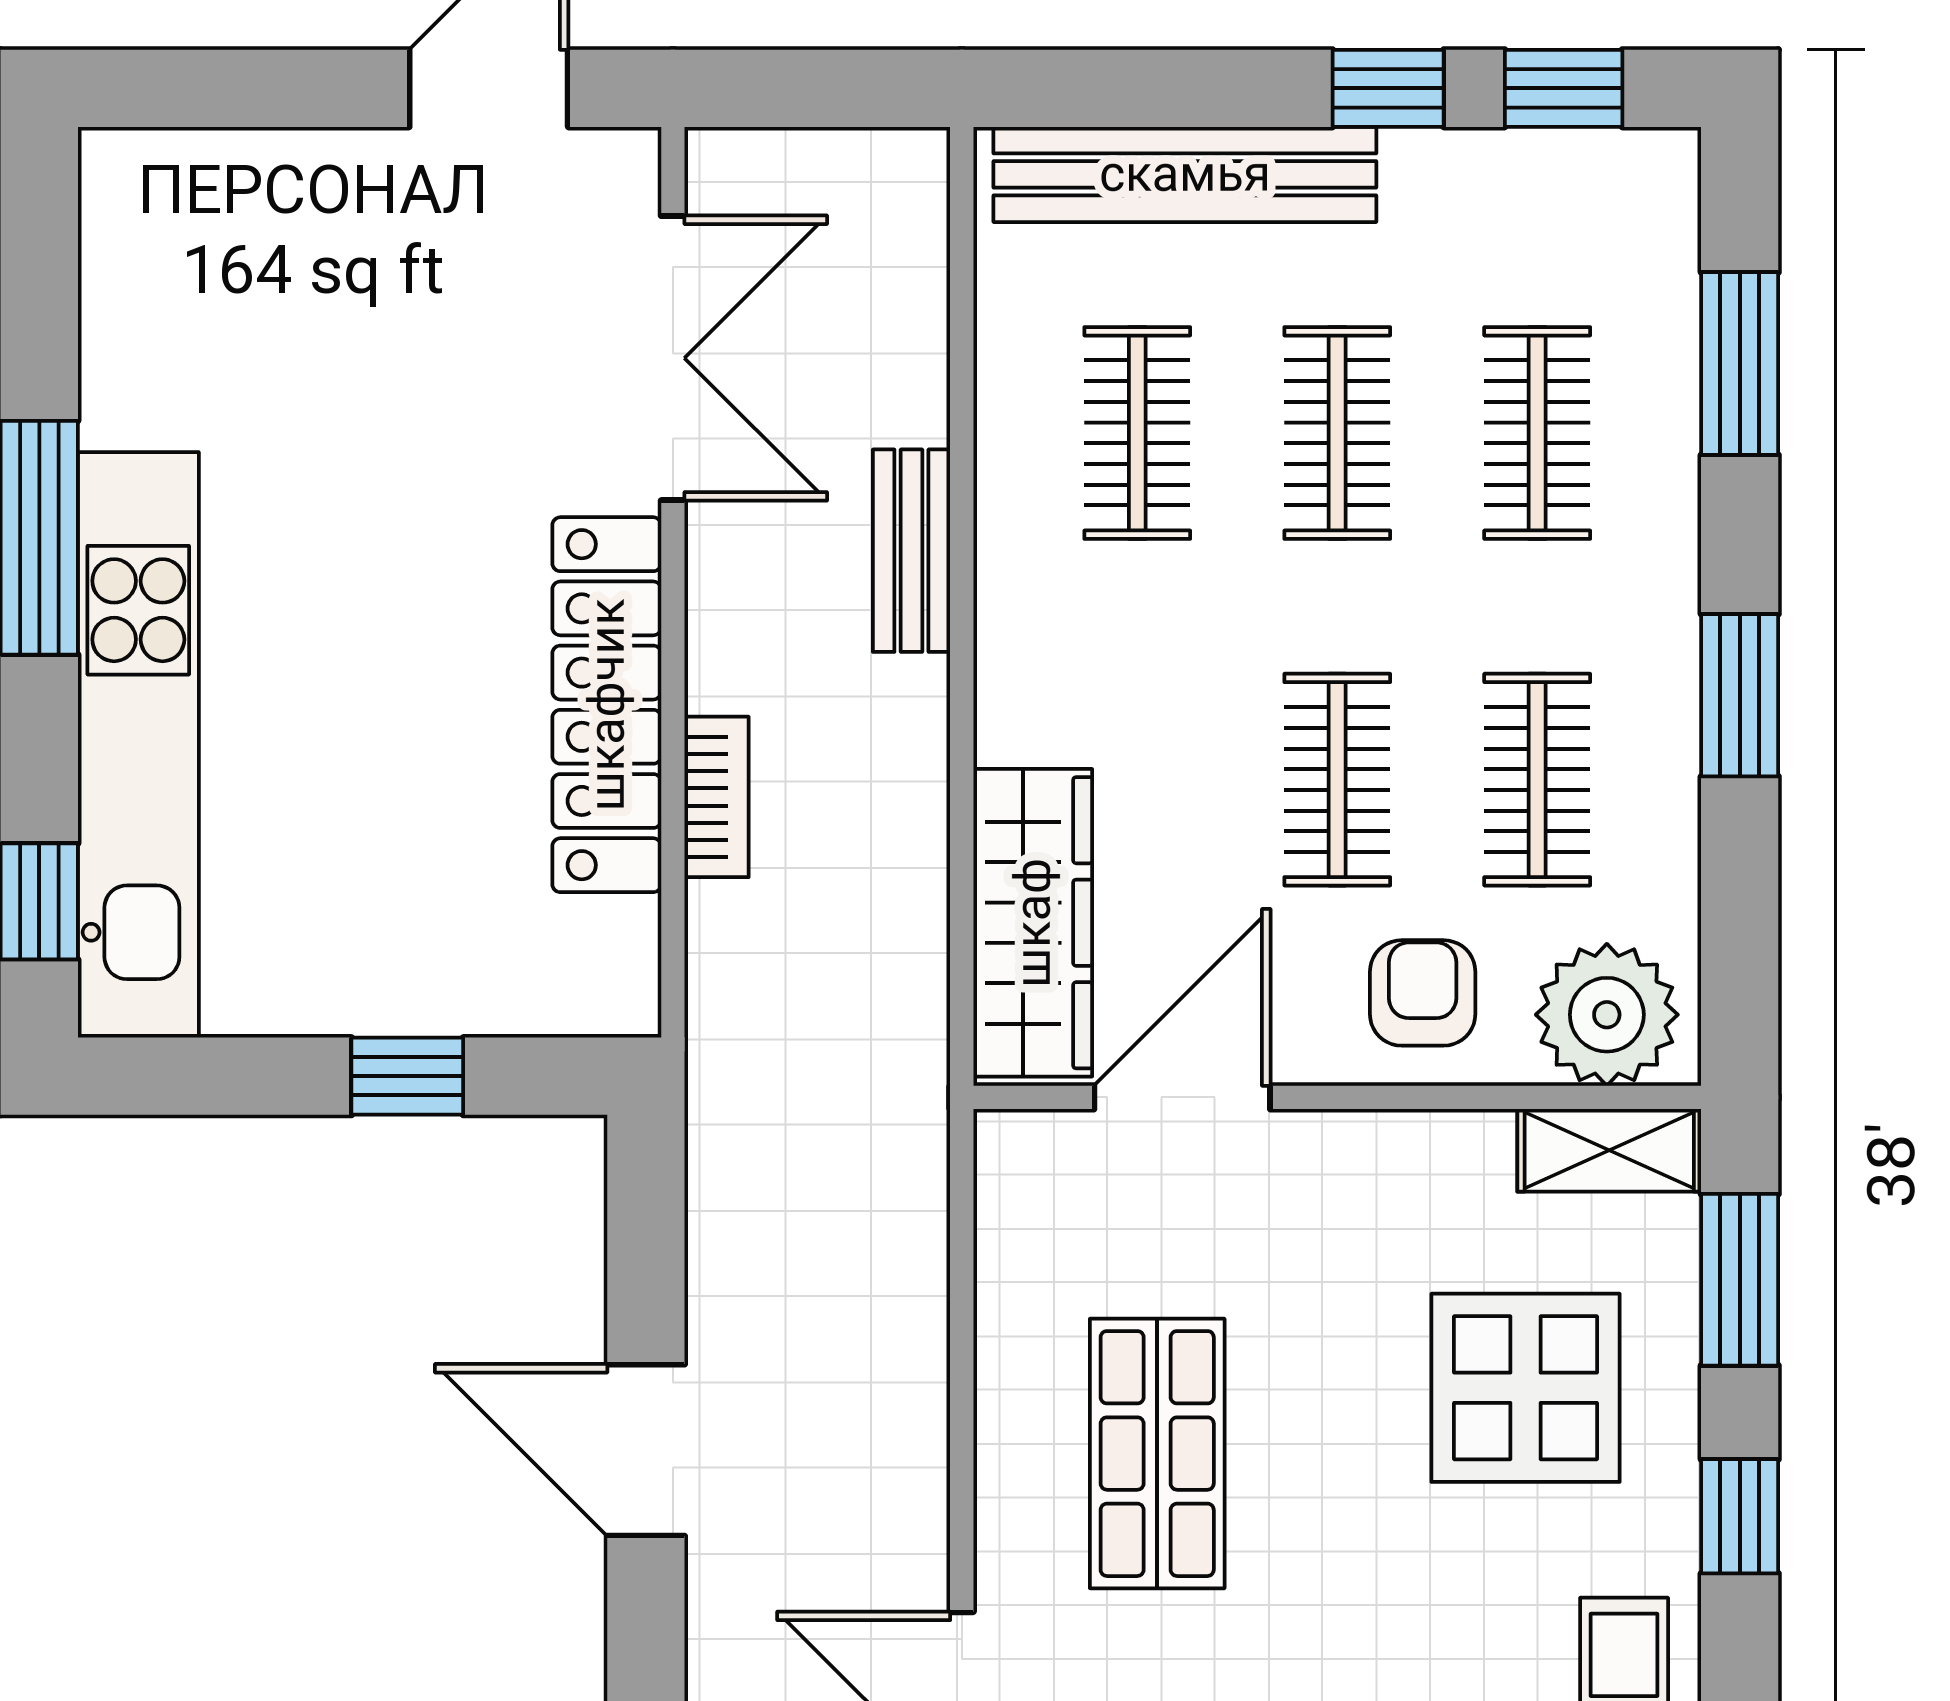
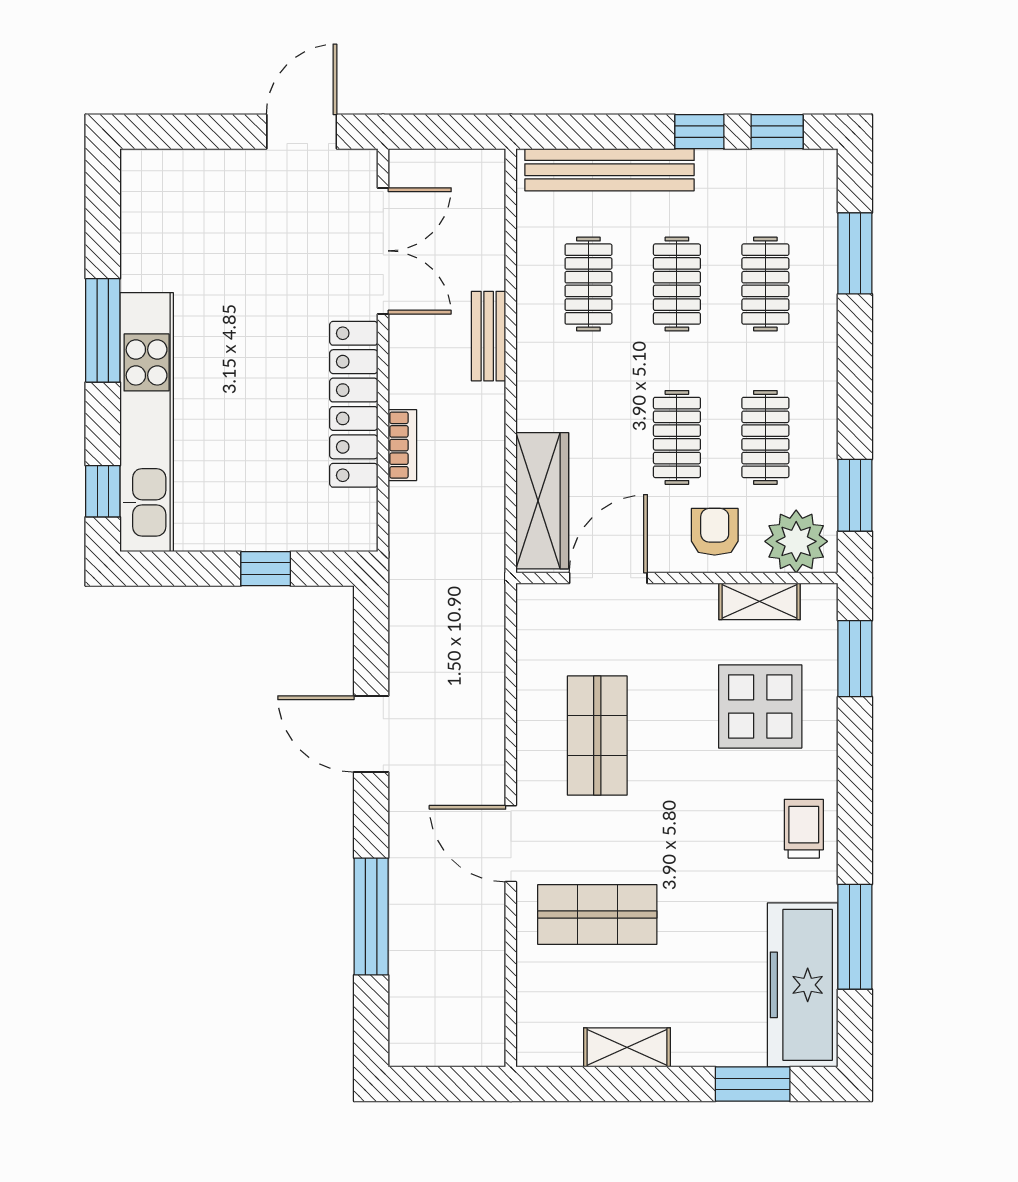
window: (1740, 695) -> (855, 495), moved
shelving: (1609, 1150) -> (759, 601), moved
window: (1740, 1516) -> (855, 763), removed

